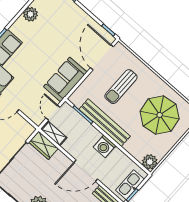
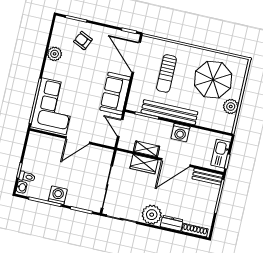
armchair: (62, 16) -> (83, 41), added
shelving: (54, 134) -> (146, 149), moved
wardrobe: (44, 145) -> (144, 164), moved
plant: (150, 162) -> (231, 107), moved

